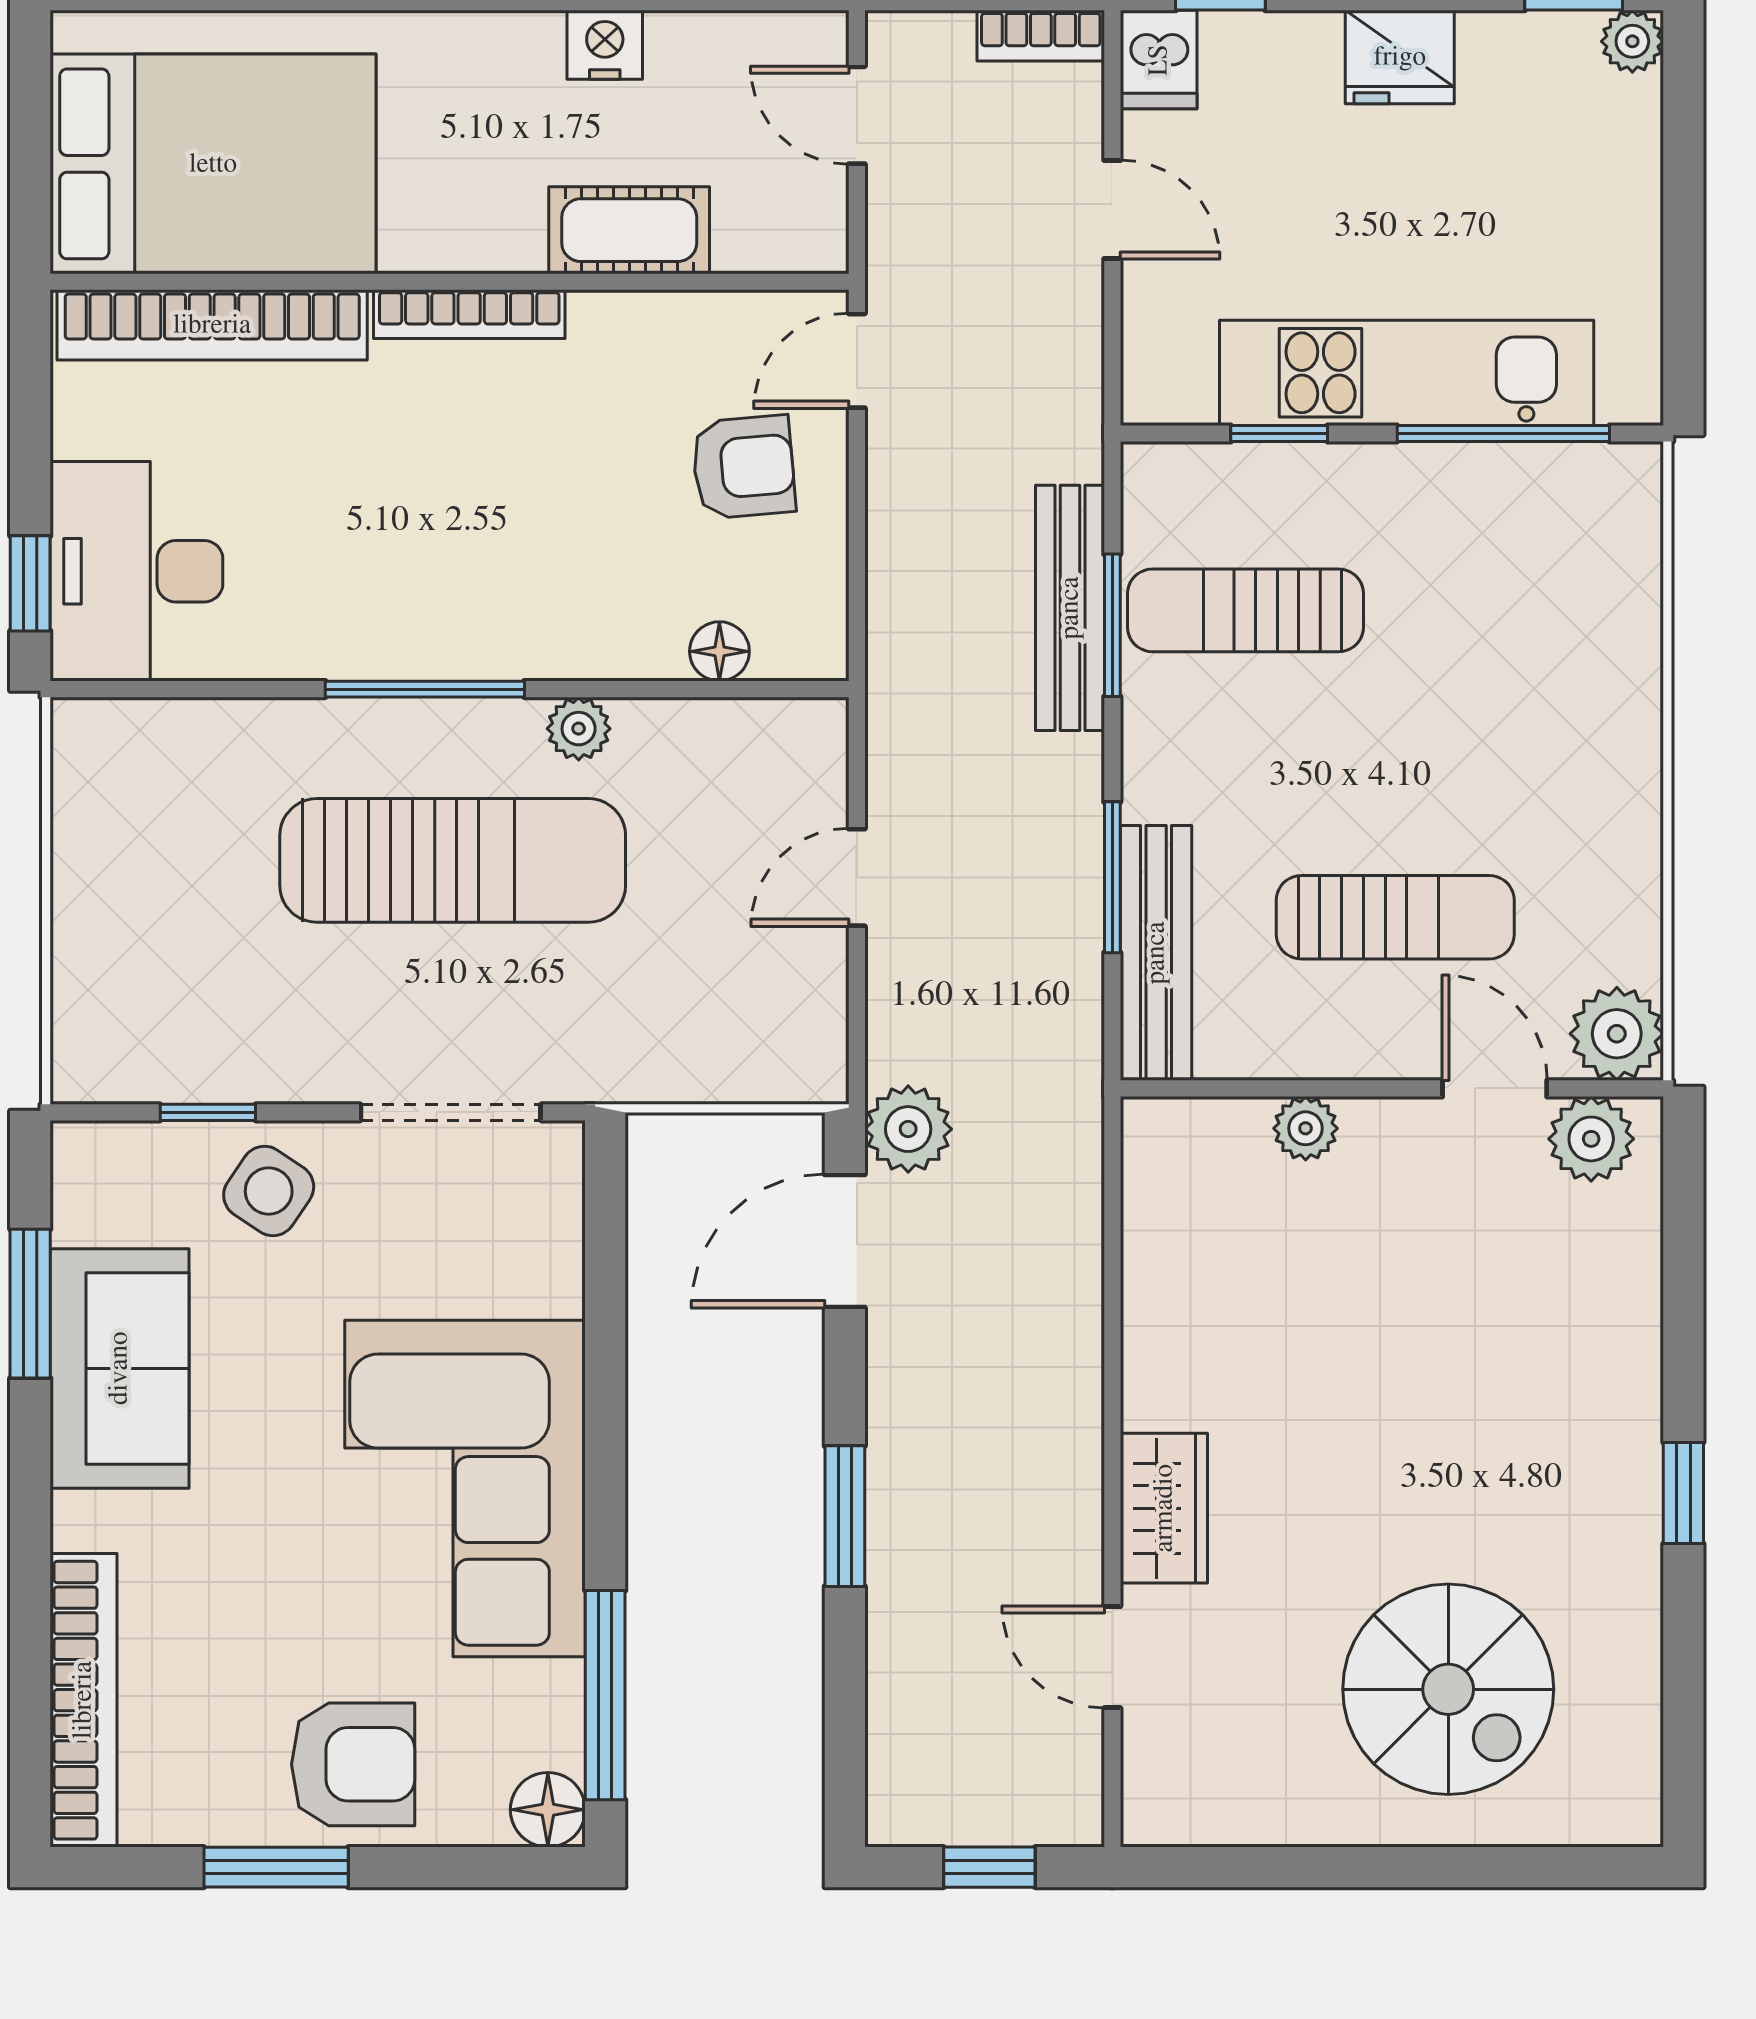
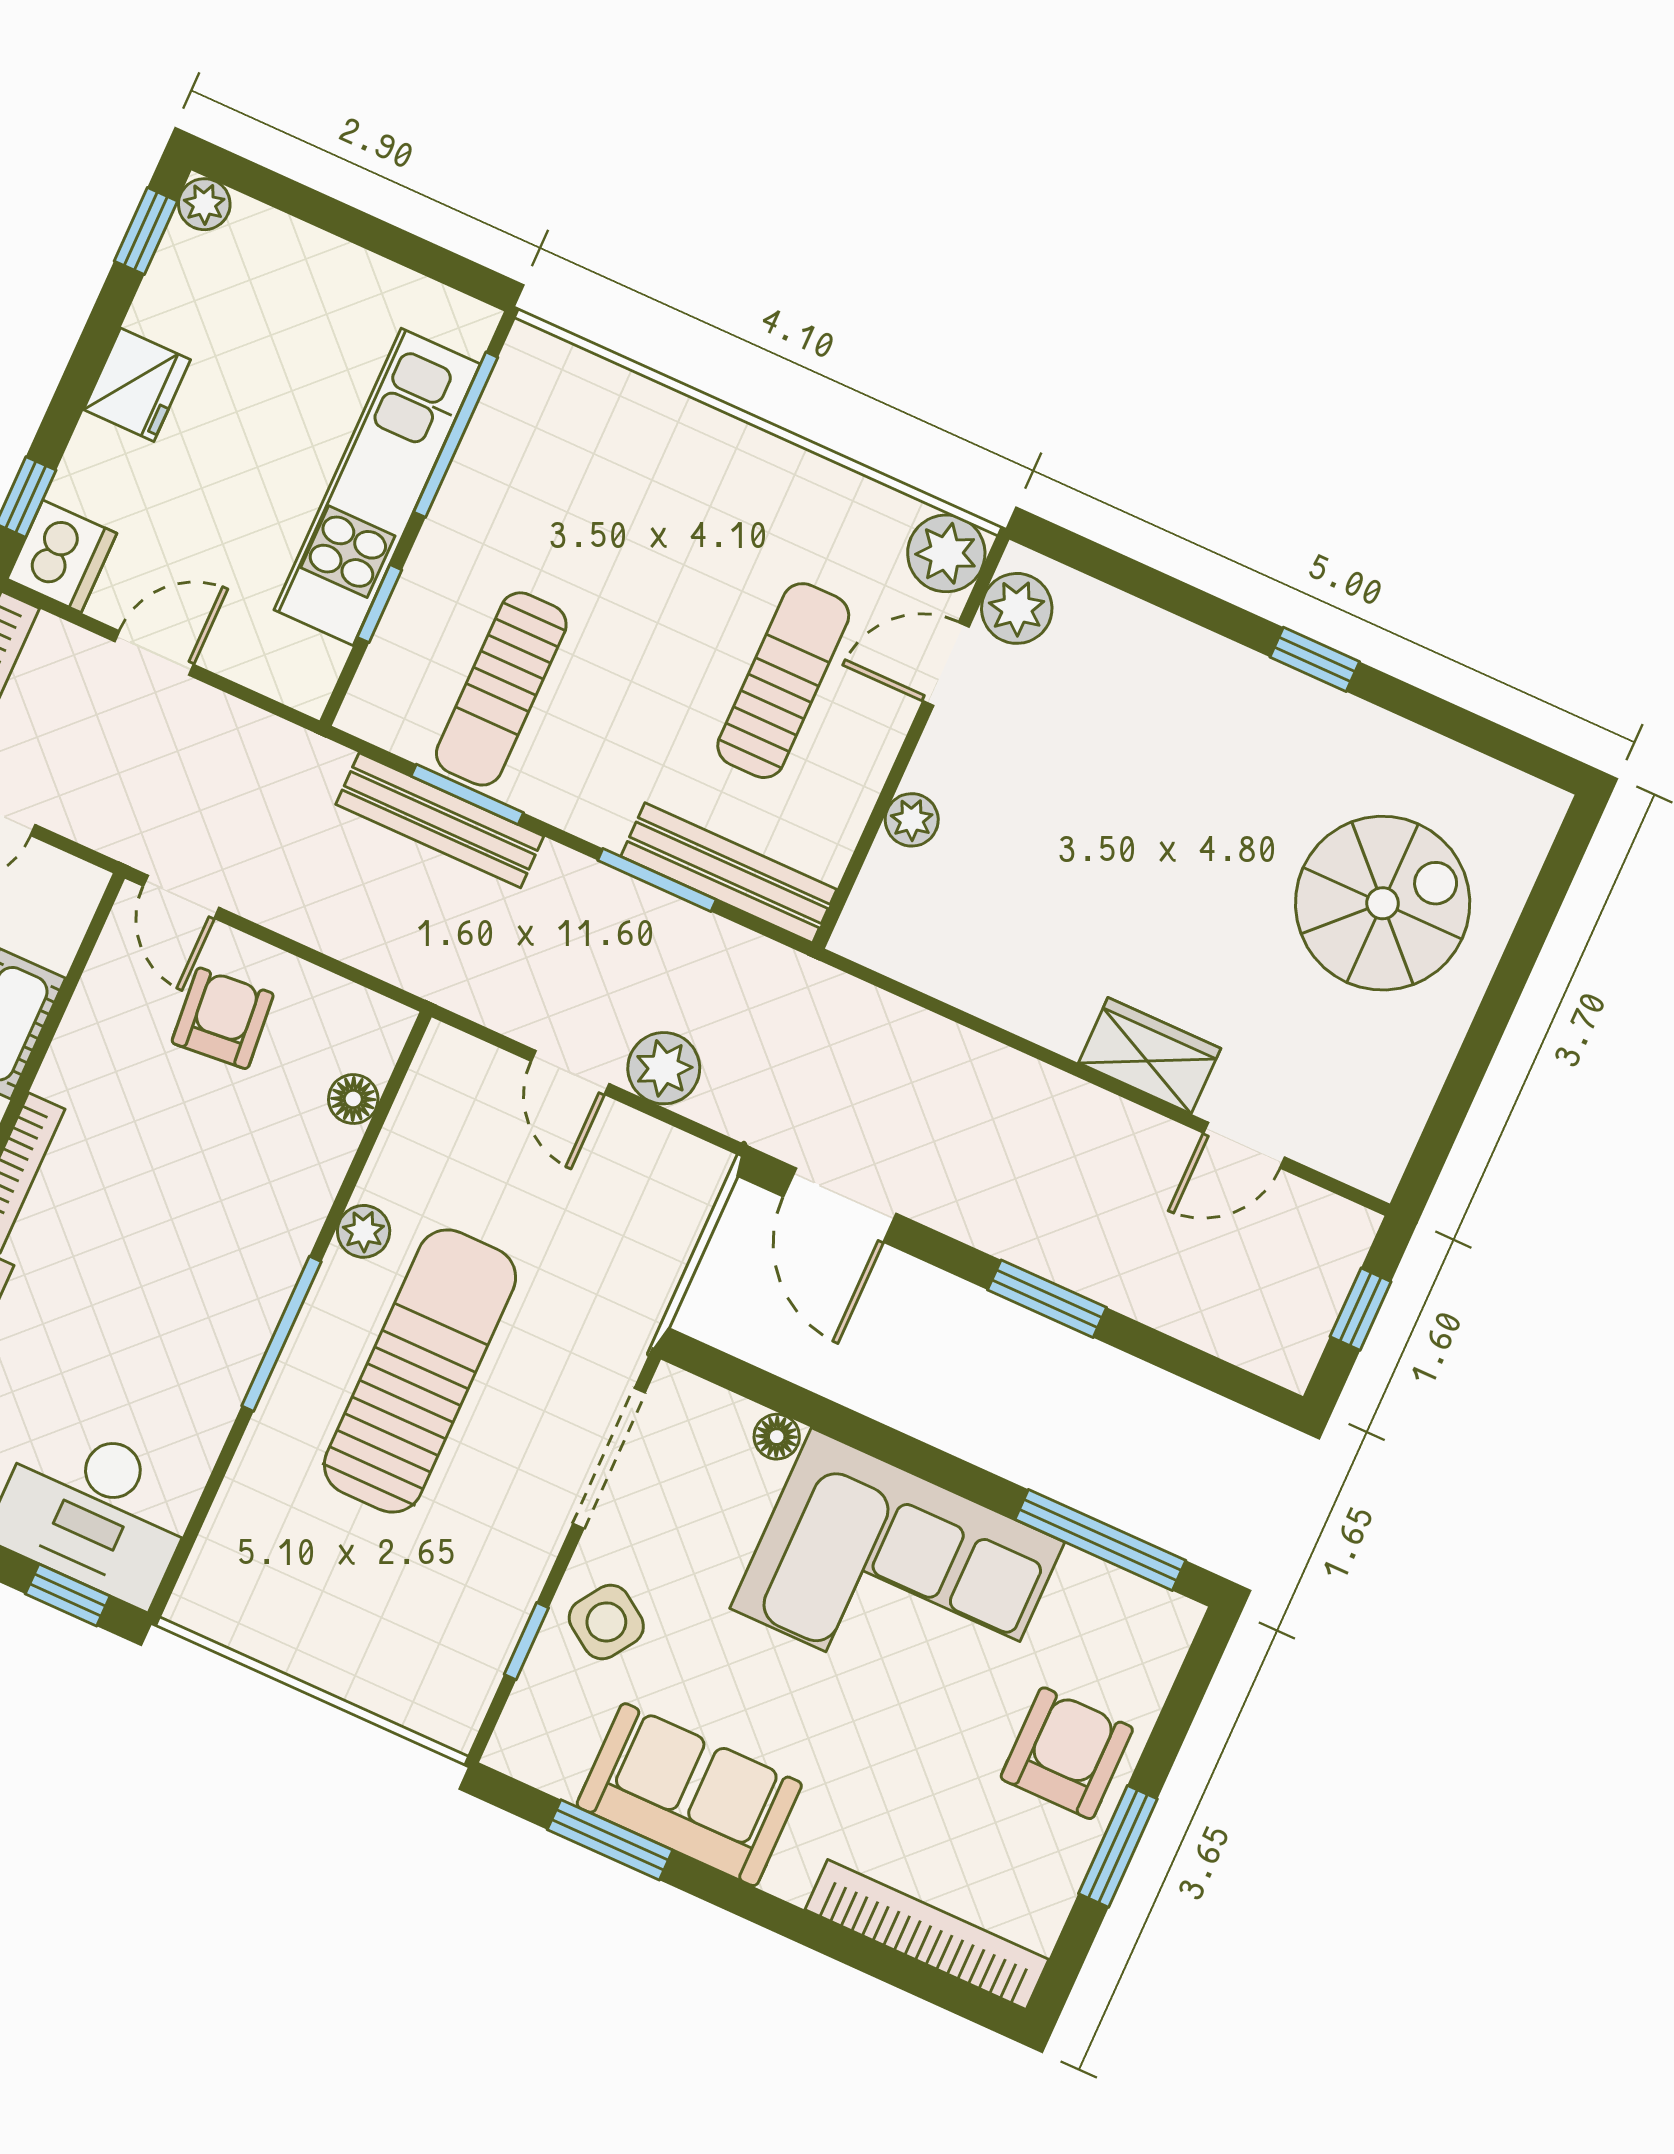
dishwasher: (1159, 60) -> (62, 556), width x1.38
plant: (908, 1129) -> (664, 1068), moved
floor lamp: (548, 1810) -> (777, 1437), moved, width x0.73, depth x0.73

